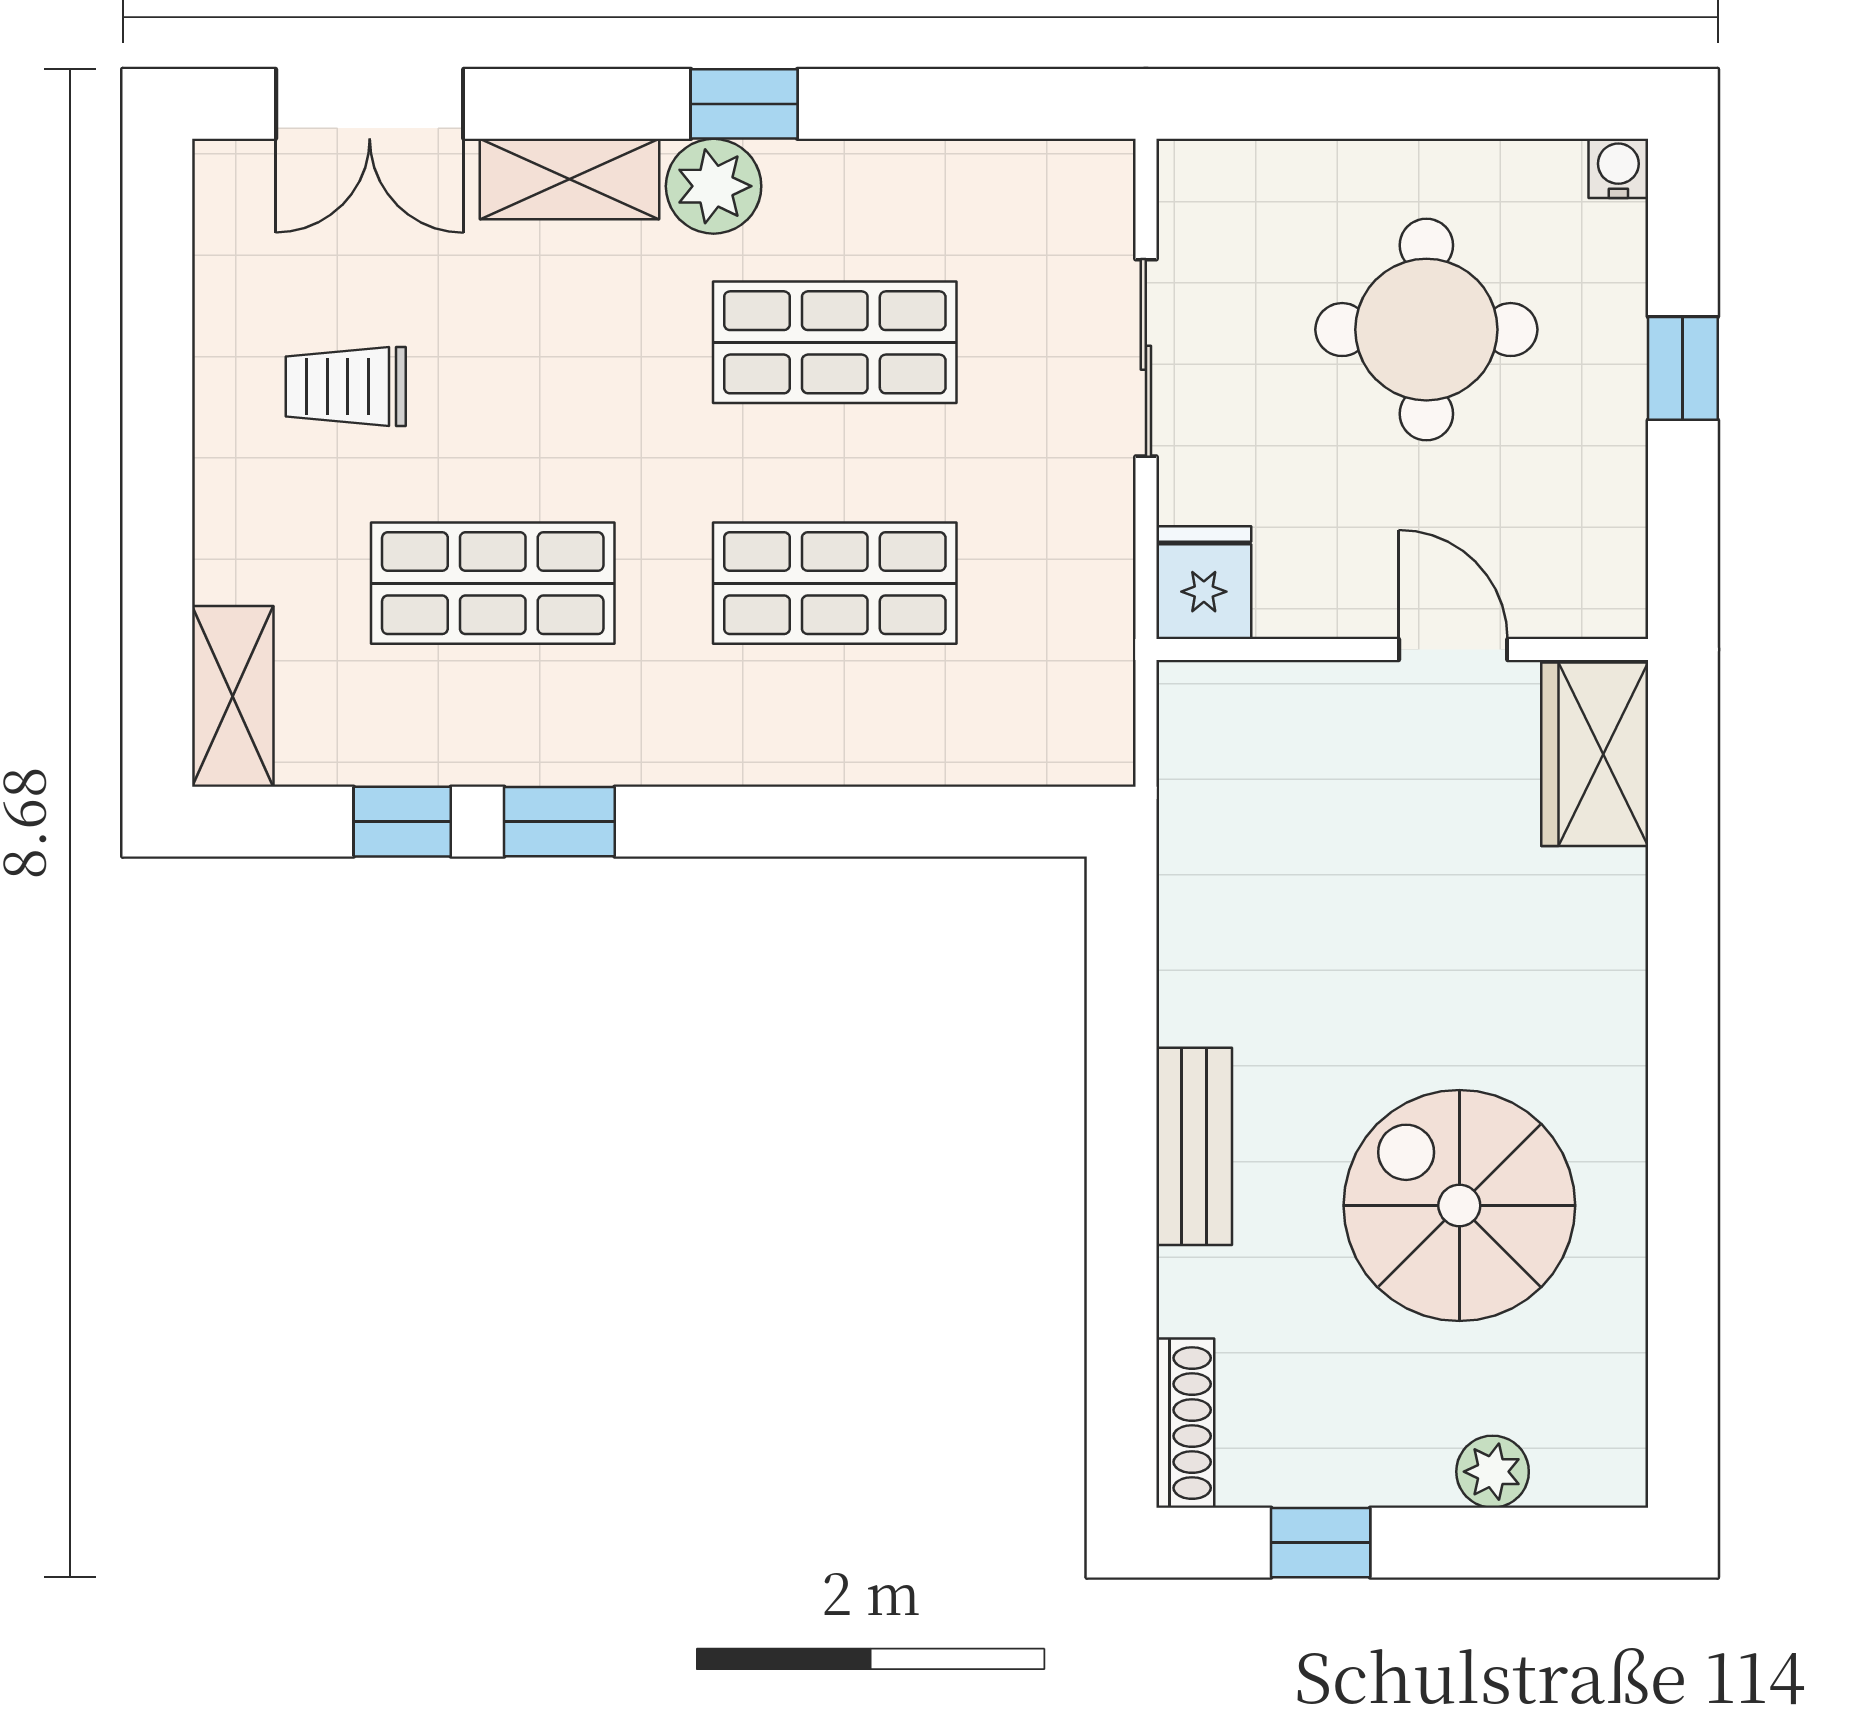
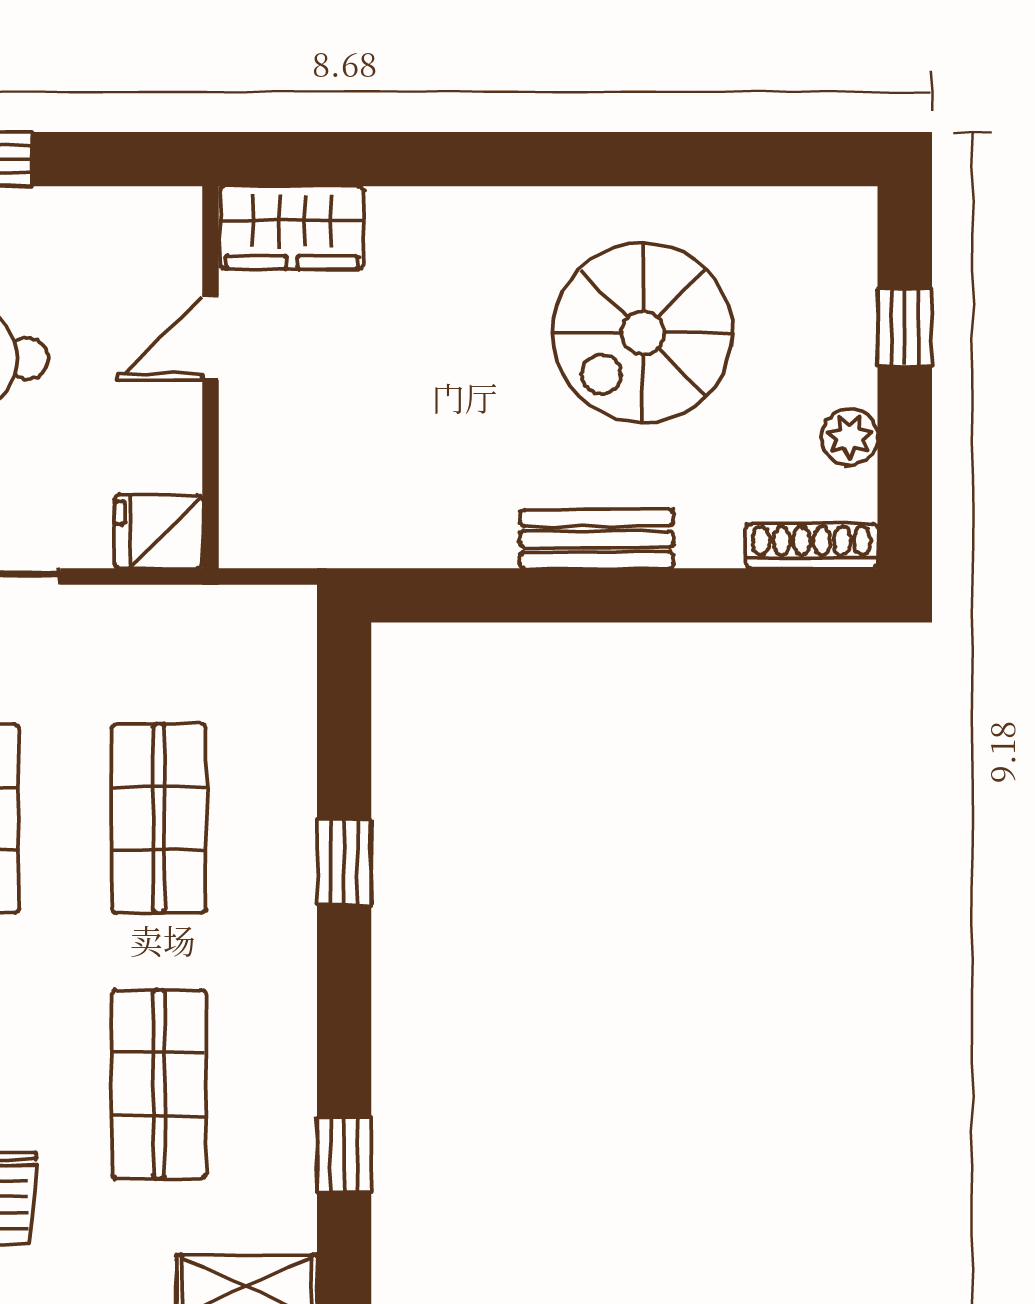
window: (559, 822) -> (344, 862), moved
plant: (1493, 1472) -> (850, 437), moved
window: (1321, 1543) -> (905, 327), moved

